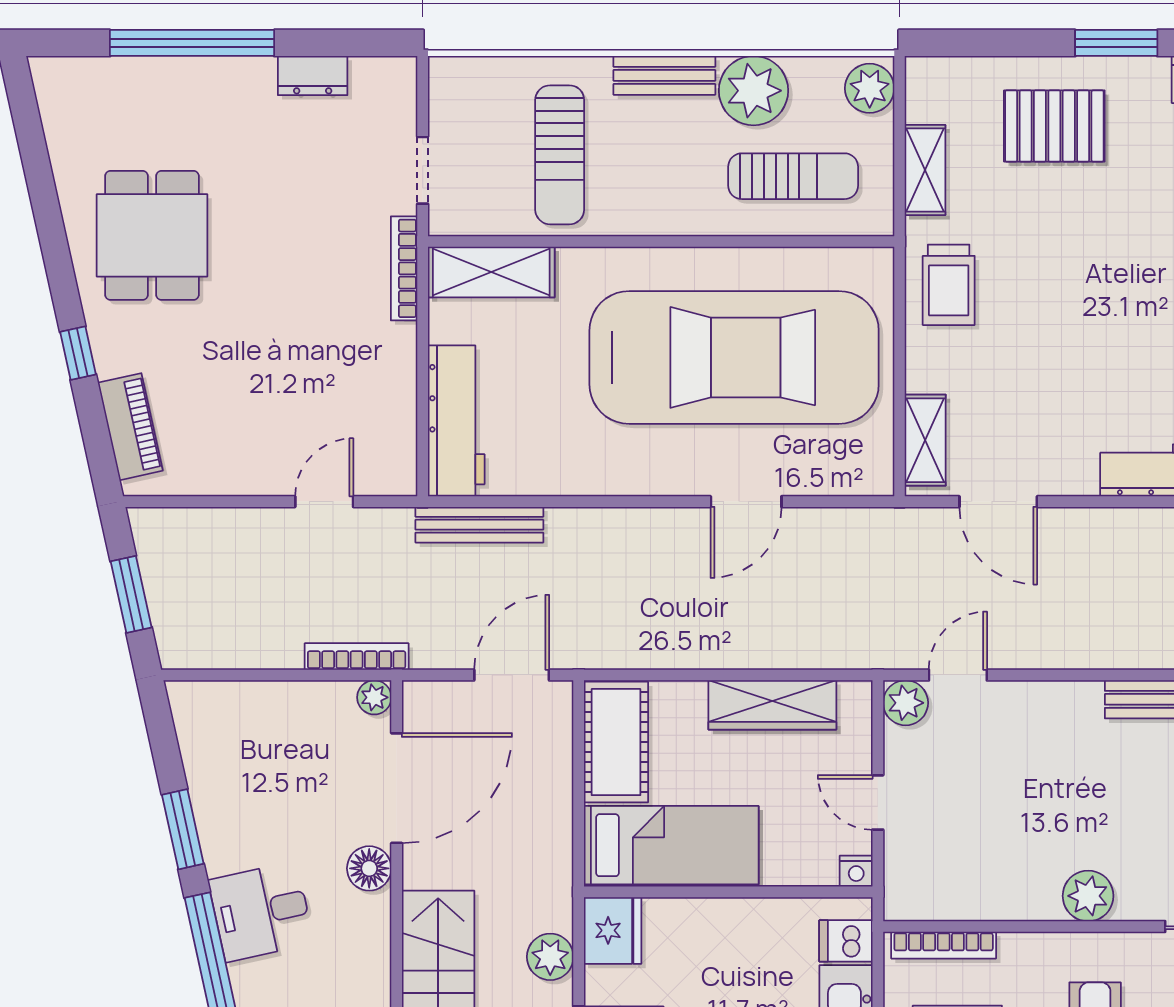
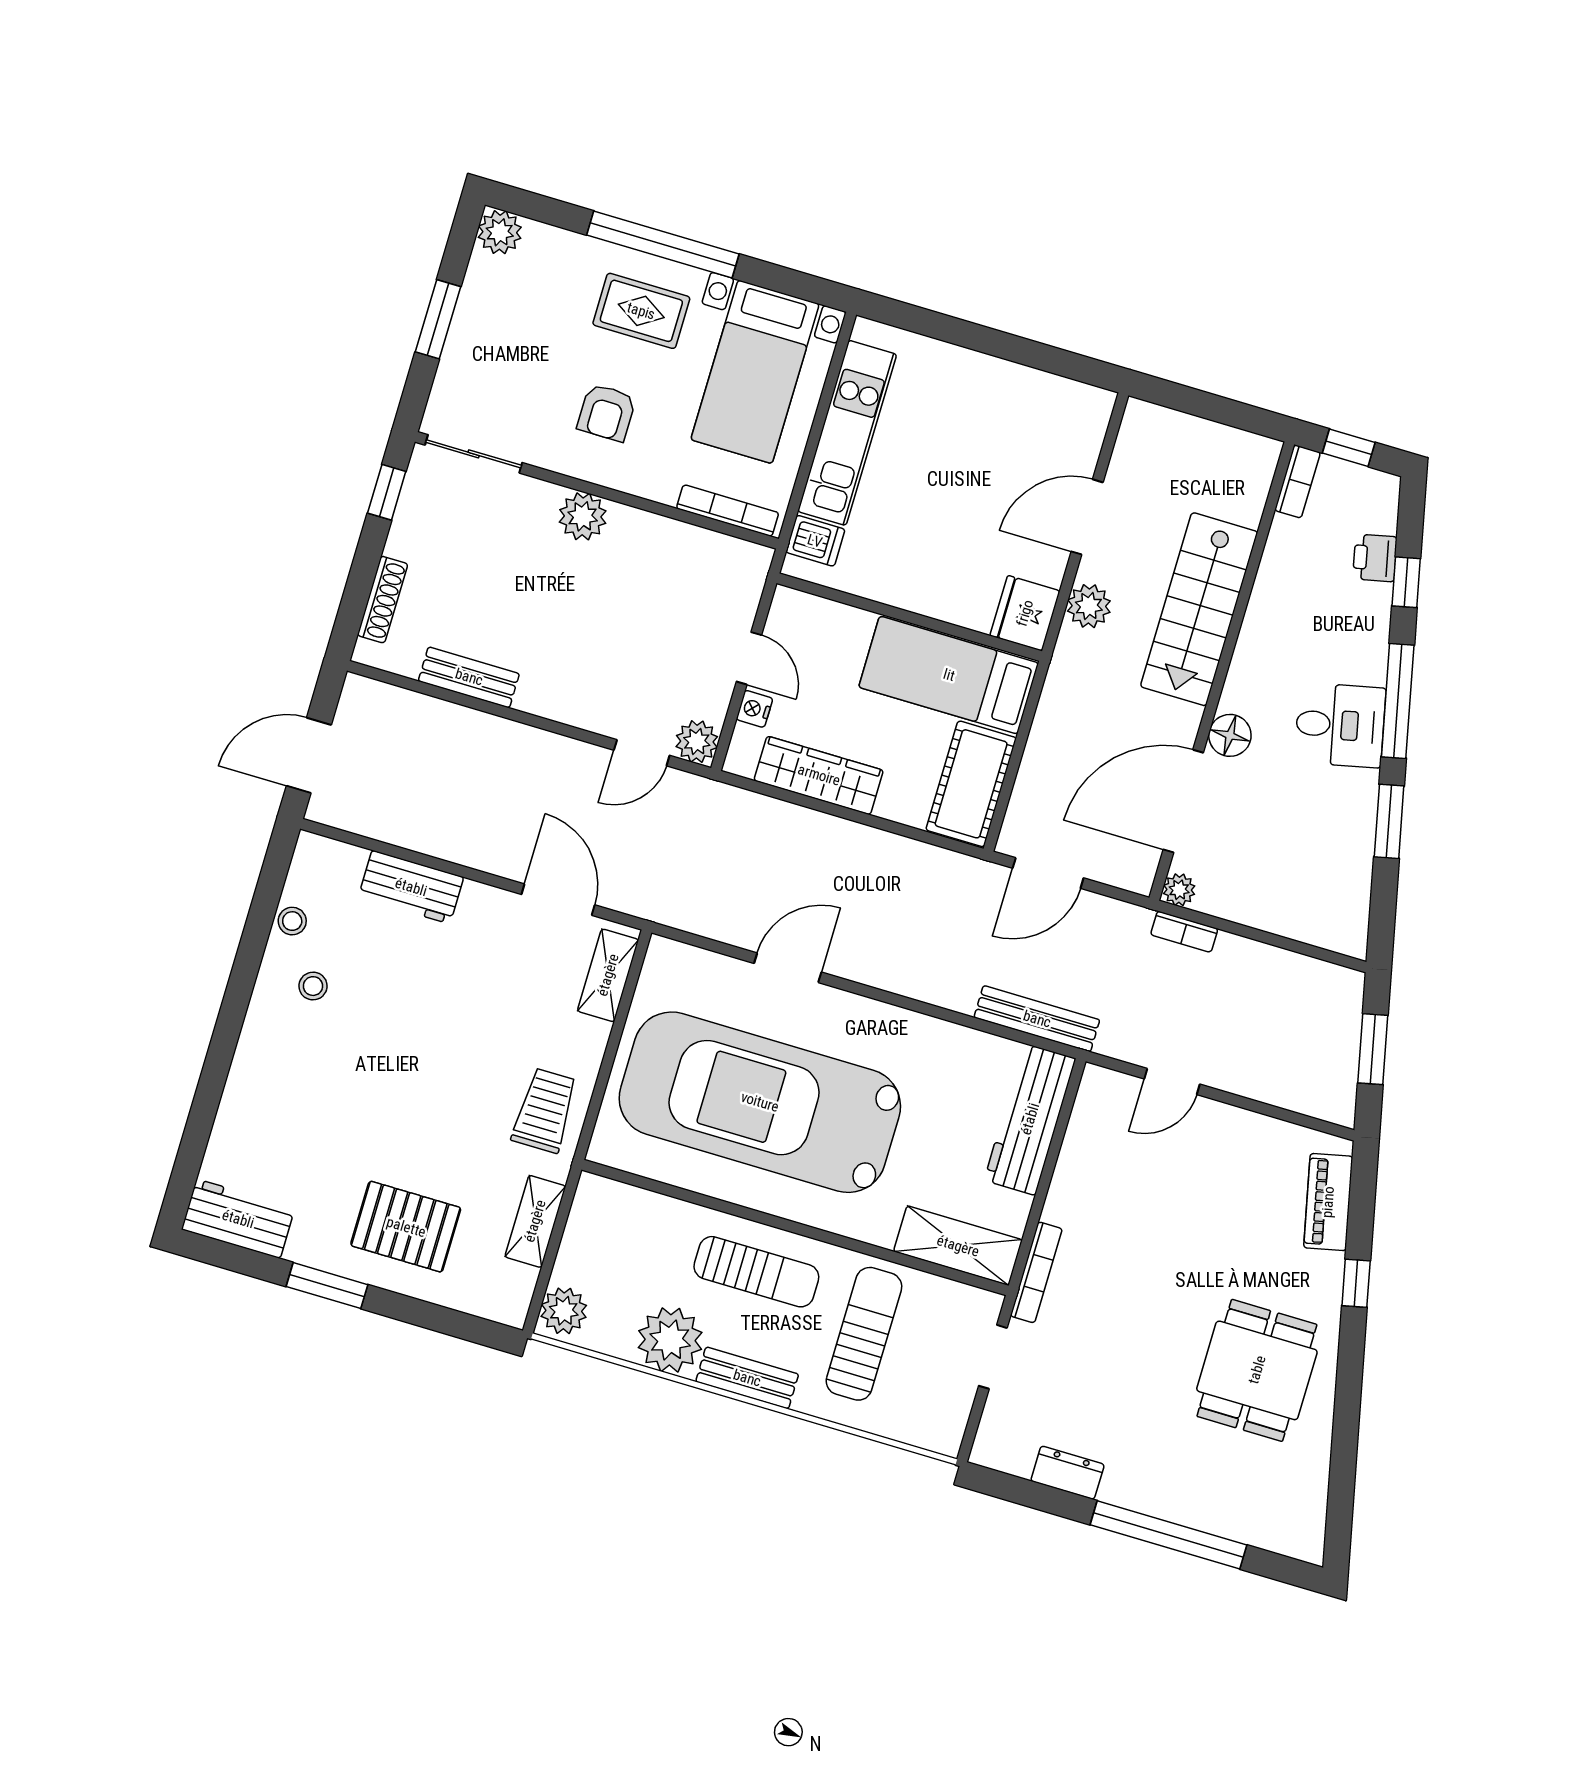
sun lounger: (793, 176) -> (756, 1272), moved, turned 180
bookcase: (357, 657) -> (1184, 932), width x0.64
nightstand: (856, 871) -> (754, 709), moved, turned -90

